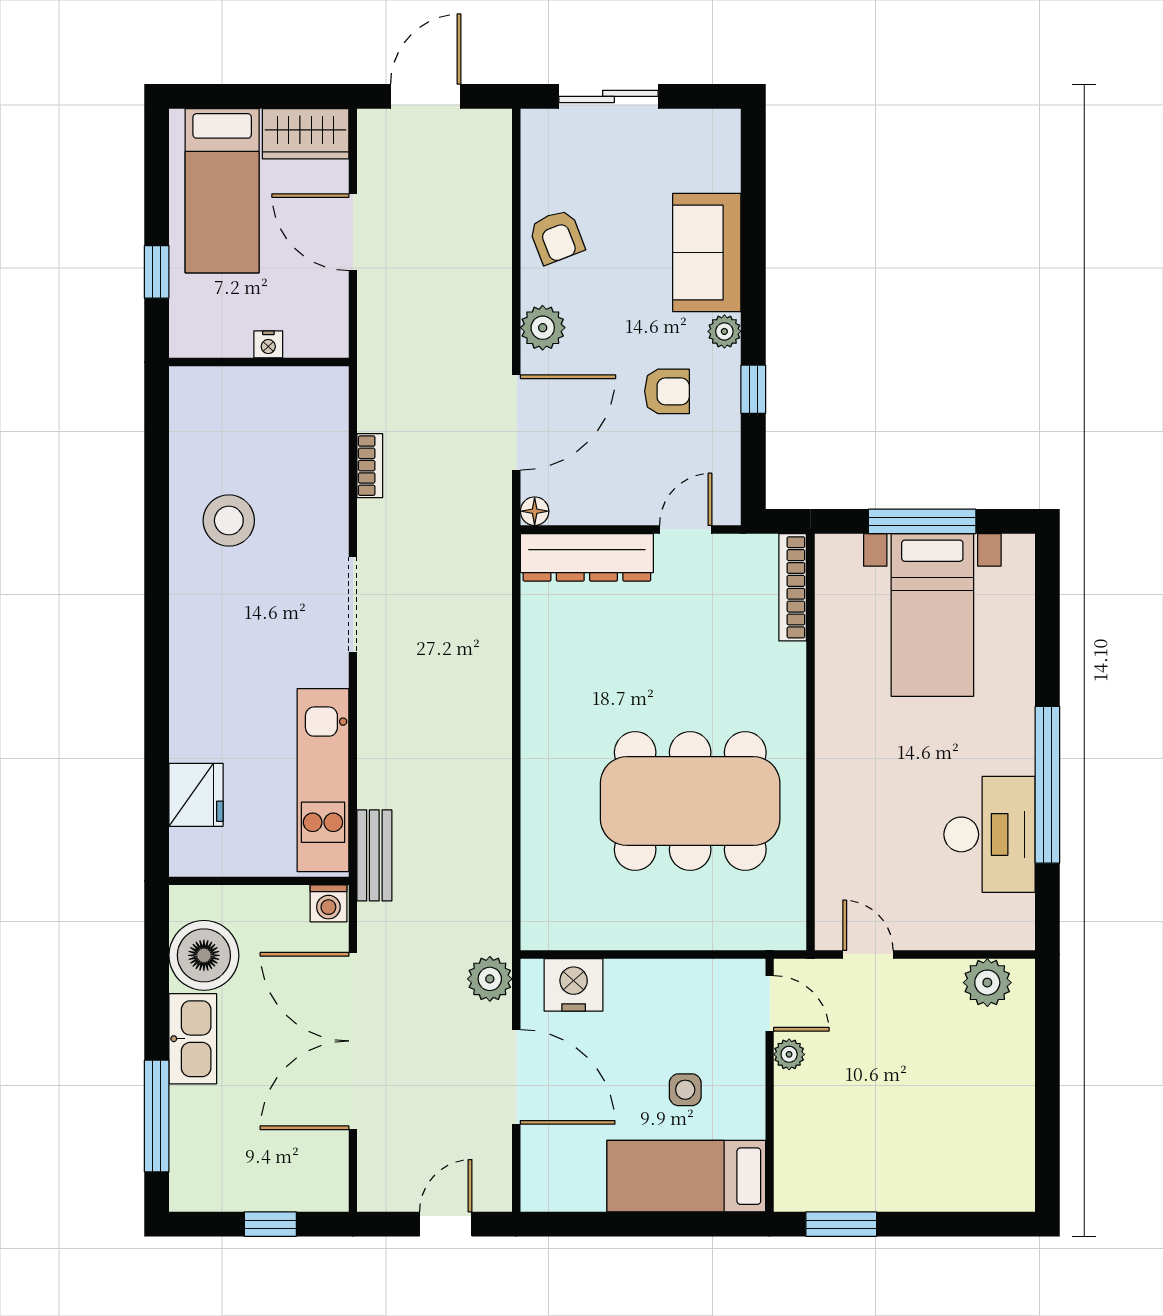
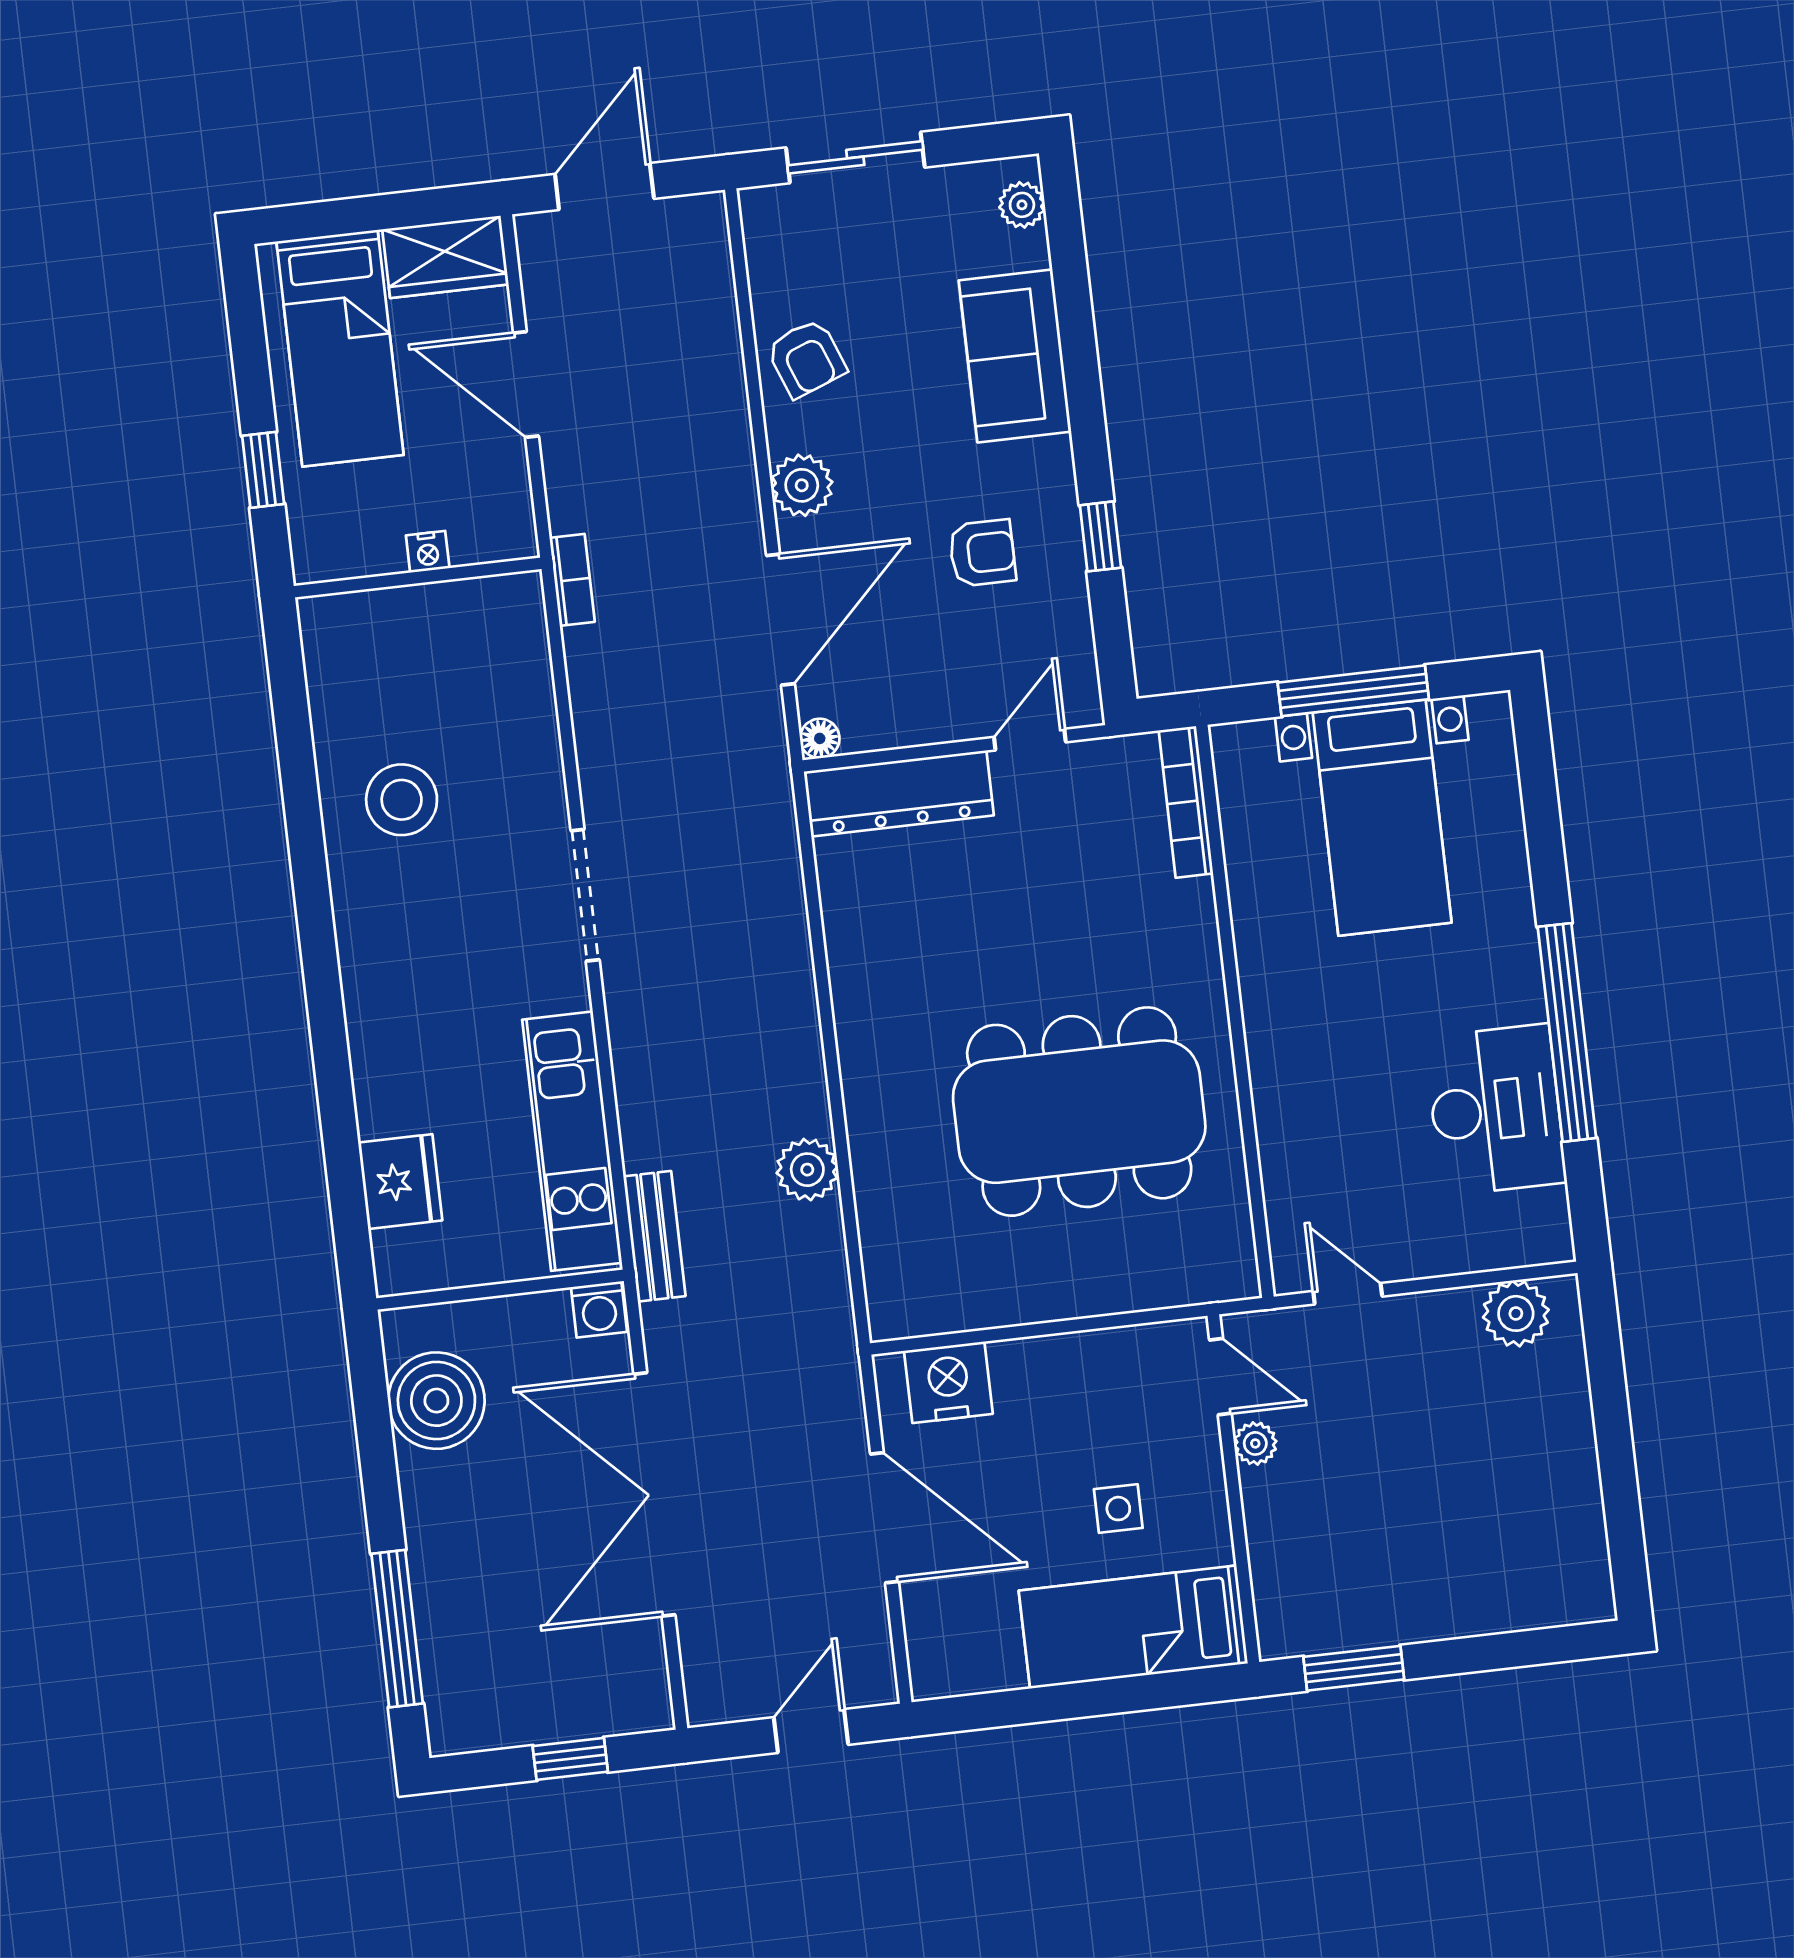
plant: (724, 331) -> (1022, 205), moved
bookcase: (370, 466) -> (572, 580), moved
plant: (490, 979) -> (807, 1170), moved
kitchen sink: (193, 1039) -> (434, 1517), removed

